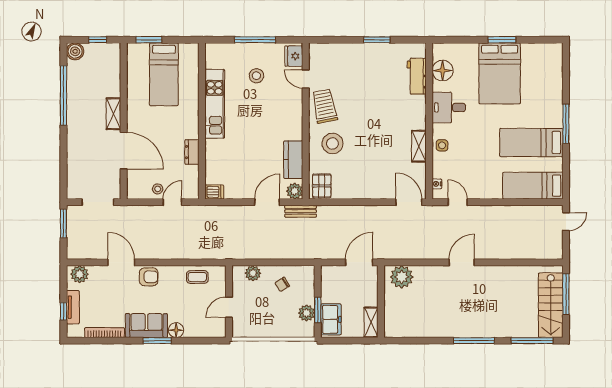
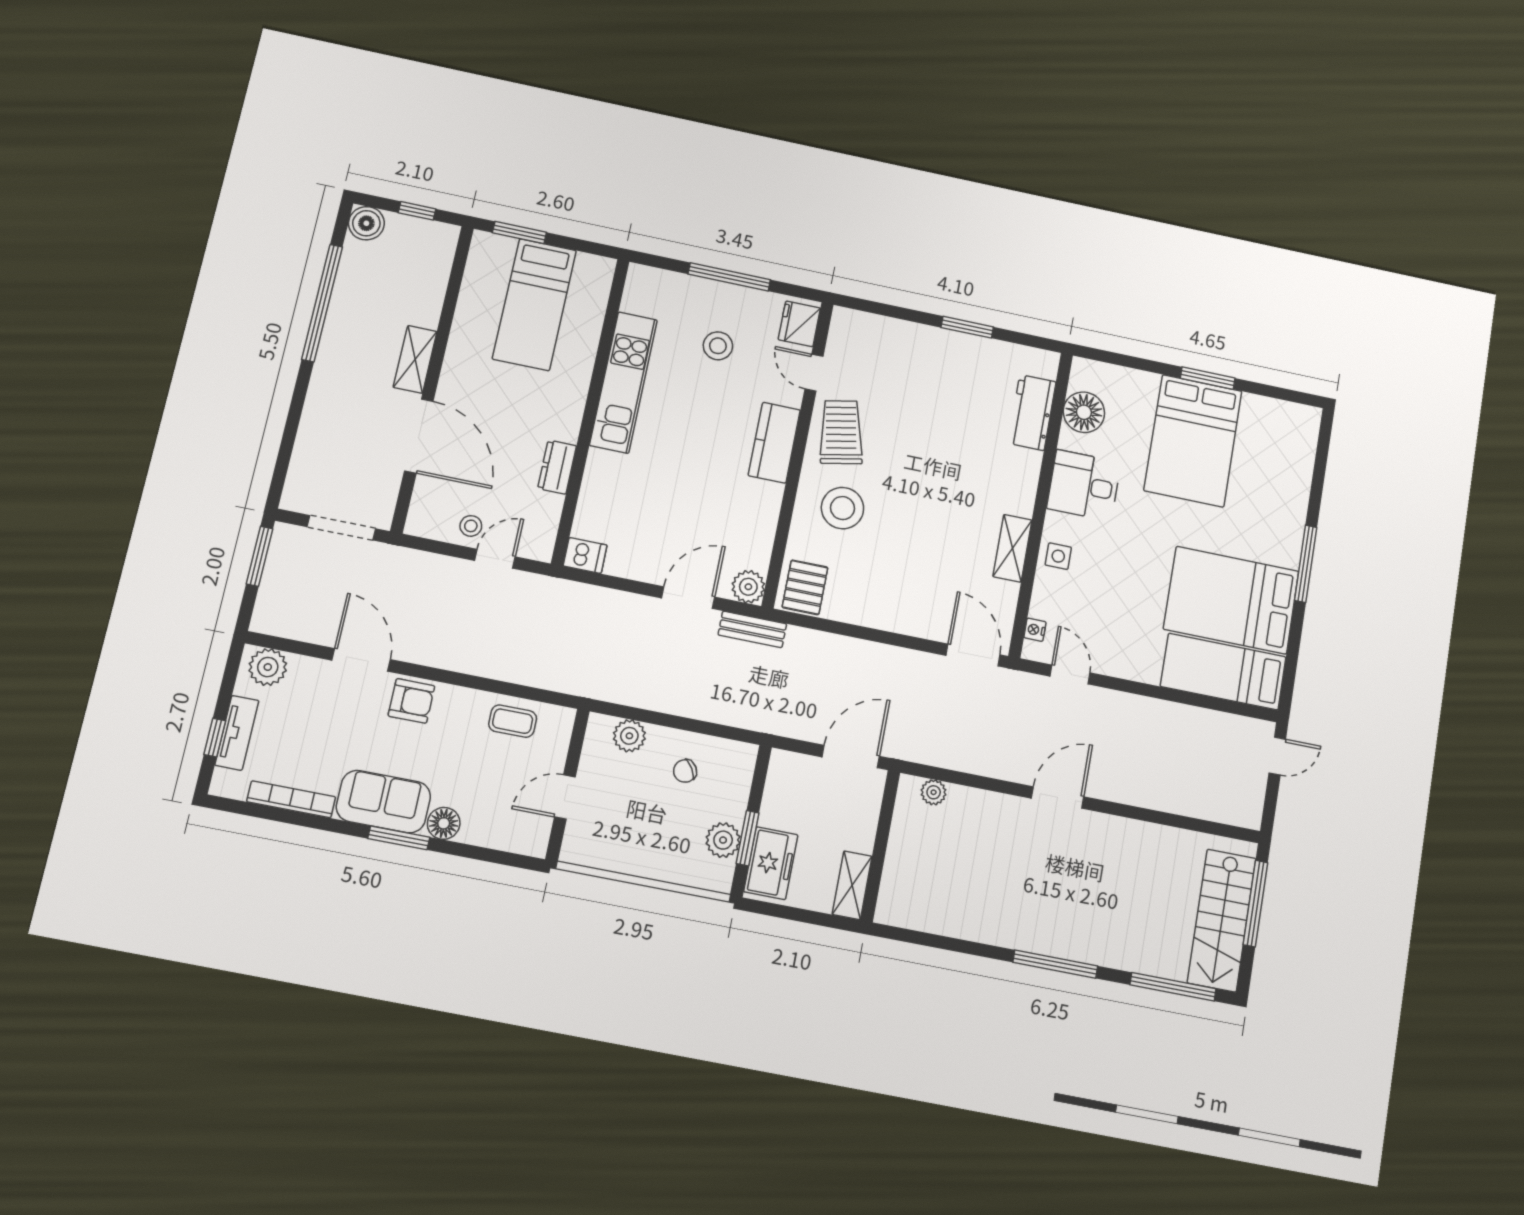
bed: (531, 143) -> (1231, 600), width x1.50
kitchen counter: (293, 160) -> (774, 443), moved
plant: (402, 277) -> (934, 792), width x0.53, depth x0.53

